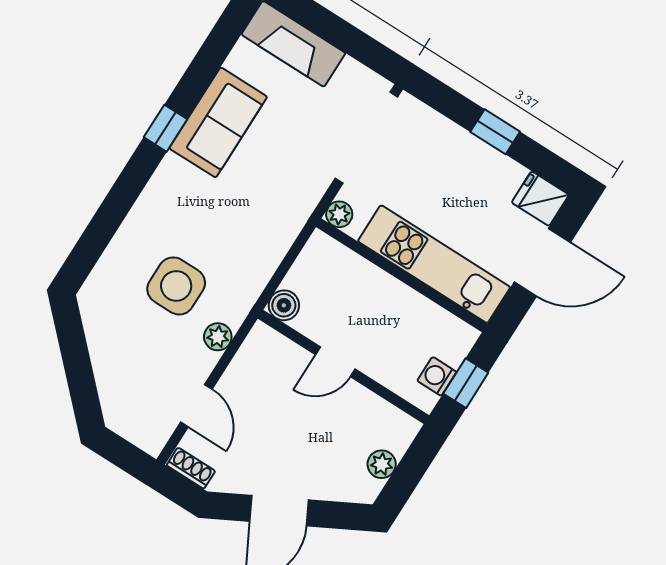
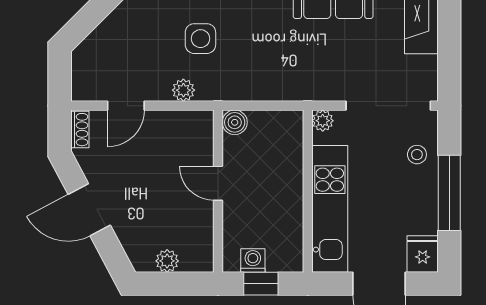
window: (495, 132) -> (449, 193), width x2.17
stool: (435, 140) -> (417, 155), added
side table: (176, 286) -> (200, 39), width x0.73, depth x0.73

